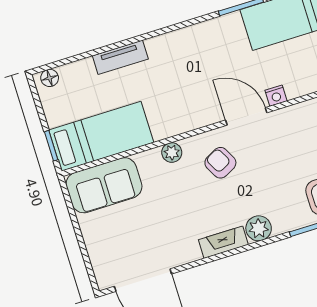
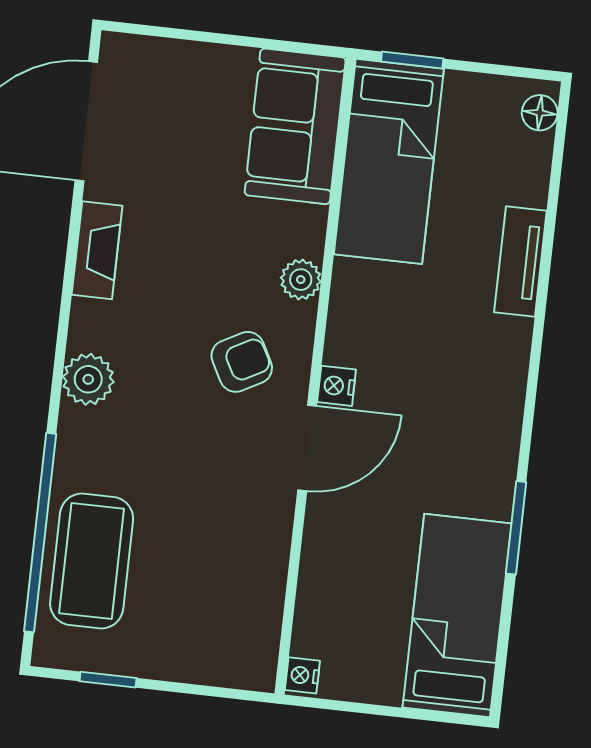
nightstand: (276, 96) -> (337, 386), moved
fireplace: (223, 242) -> (97, 250), moved

